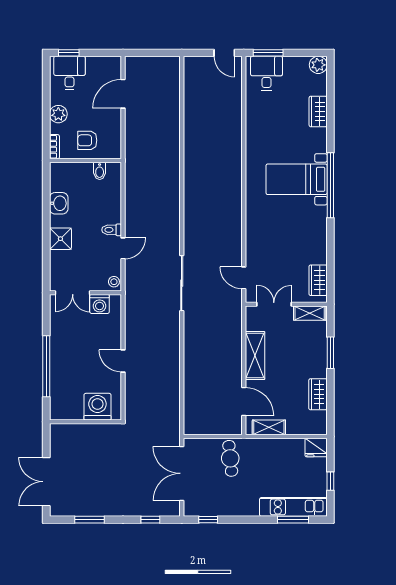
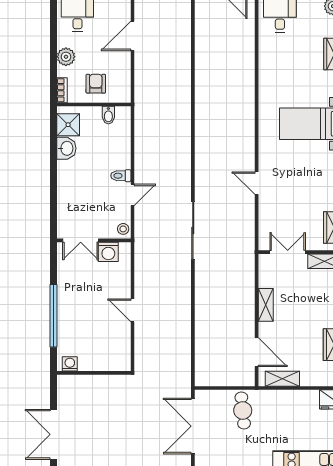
armchair: (87, 140) -> (96, 84), turned 90
shower: (60, 239) -> (68, 125), moved
door: (244, 278) -> (257, 183), moved
shelving: (255, 356) -> (266, 305), width x0.67, depth x0.75
washing machine: (97, 407) -> (70, 364), moved, width x0.53, depth x0.53

